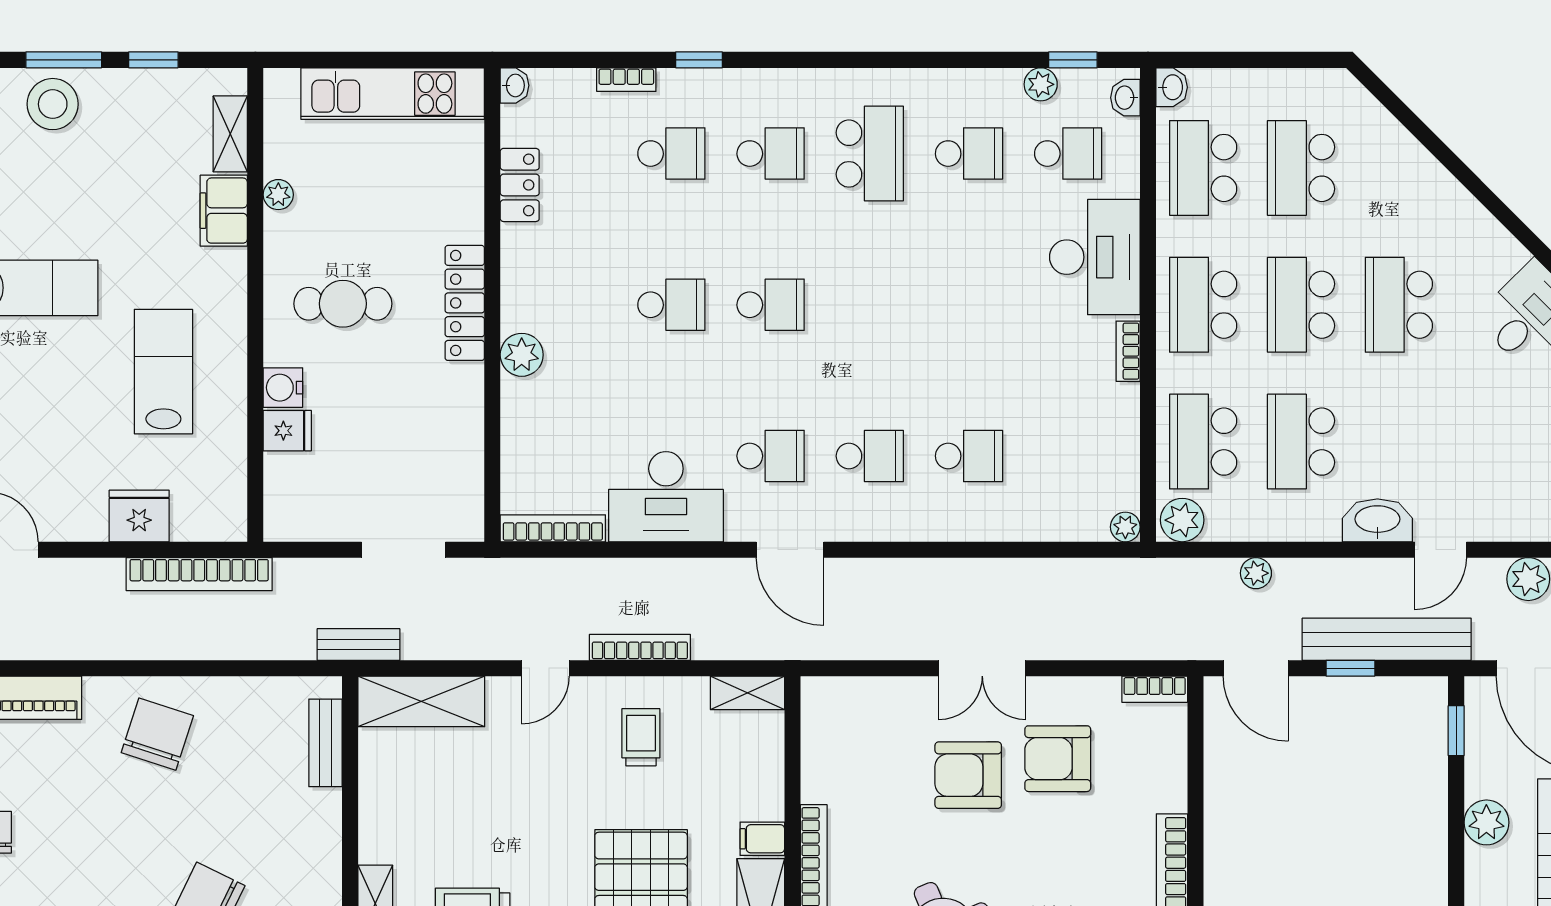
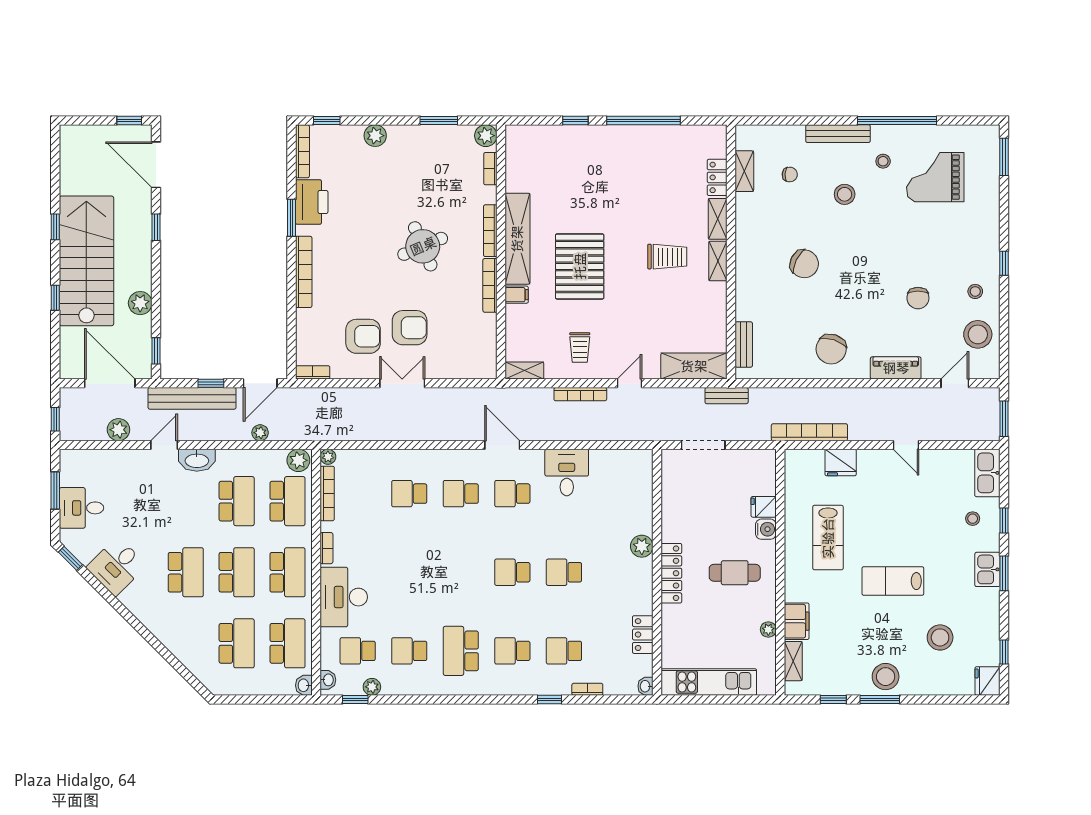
desk: (666, 497) -> (567, 472), width x0.73
bookcase: (553, 528) -> (327, 493), moved, turned -90
door: (1256, 668) -> (260, 383), swing flipped

